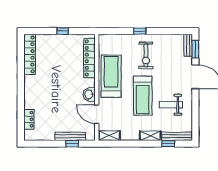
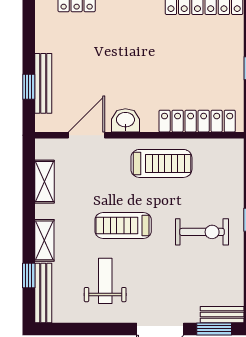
exercise bike: (146, 55) -> (202, 232), turned 180
treadmill: (111, 76) -> (161, 163), width x0.73, depth x0.73
treadmill: (143, 96) -> (123, 225), width x0.73, depth x0.73
shelving: (109, 136) -> (45, 182), moved

